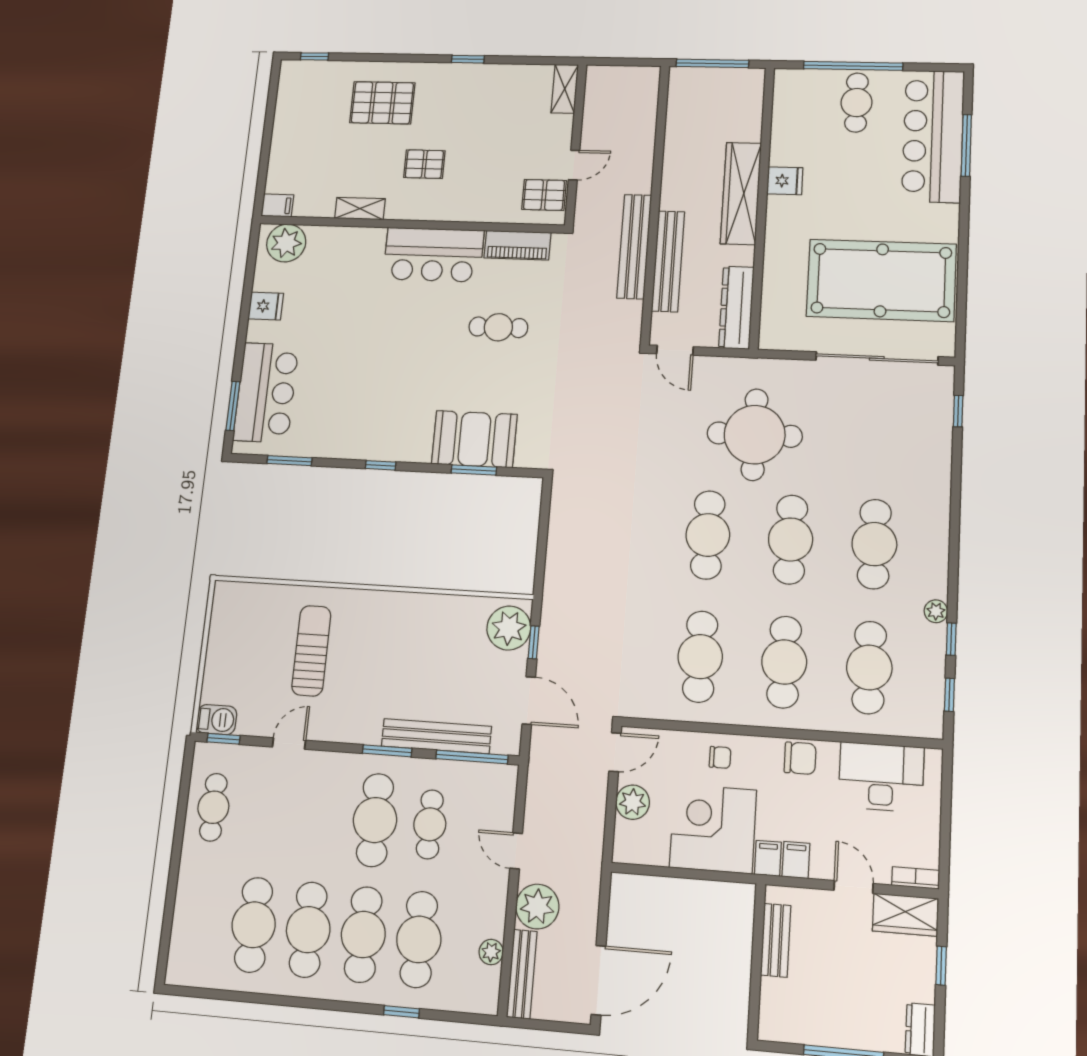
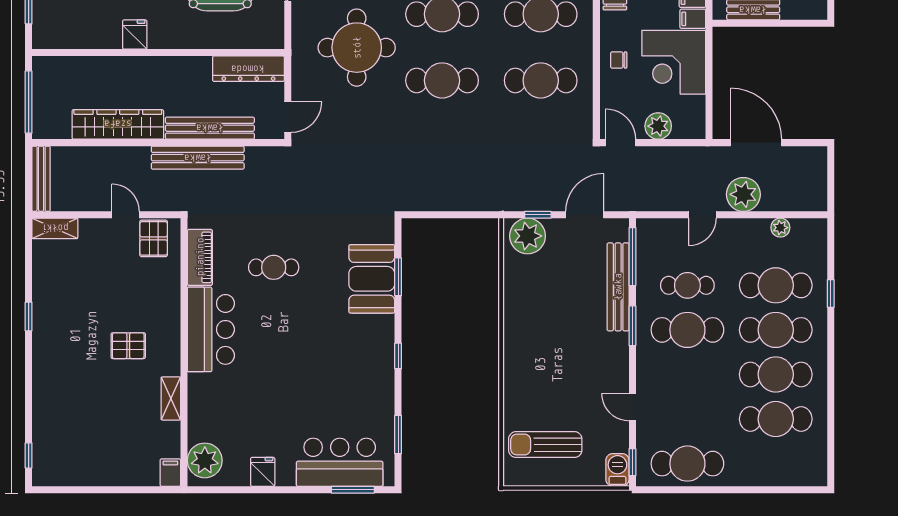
pallet: (382, 103) -> (72, 389), removed
pallet: (424, 164) -> (128, 346), turned 90
wardrobe: (741, 193) -> (118, 124), moved, turned 180
cafe table: (498, 327) -> (274, 267), turned 90
sun lounger: (311, 651) -> (545, 445), moved
chair: (720, 757) -> (619, 60), turned -90
cafe table: (213, 807) -> (687, 464), width x1.37, depth x1.35
bench: (522, 974) -> (41, 179), moved, turned 90
door: (598, 980) -> (756, 143), moved

